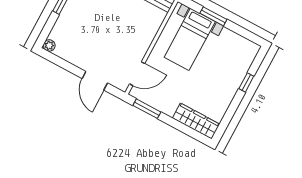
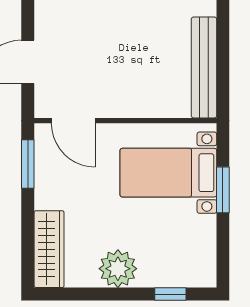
window: (246, 82) -> (170, 294), moved
plant: (225, 91) -> (118, 269), added

